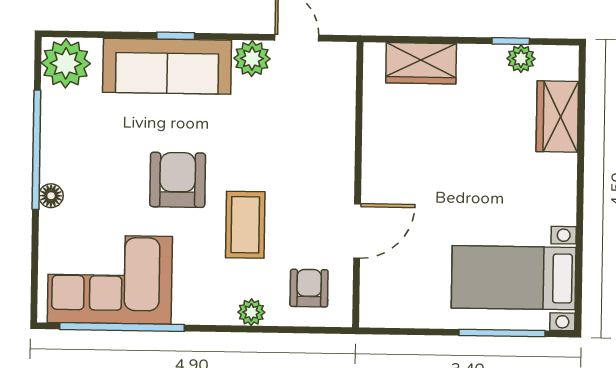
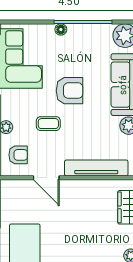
tv unit: (339, 127) -> (96, 168), added
coffee table: (245, 225) -> (48, 124), width x0.73, depth x0.77

